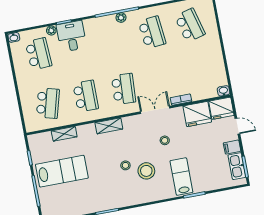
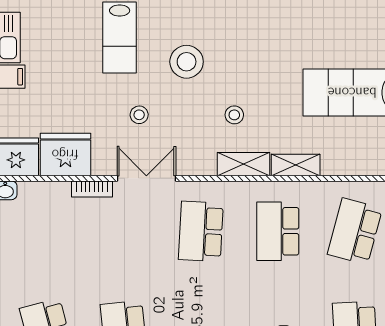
double door: (155, 110) -> (146, 178), swing flipped
shelving: (64, 134) -> (296, 165), moved
stool: (125, 165) -> (234, 115), moved

